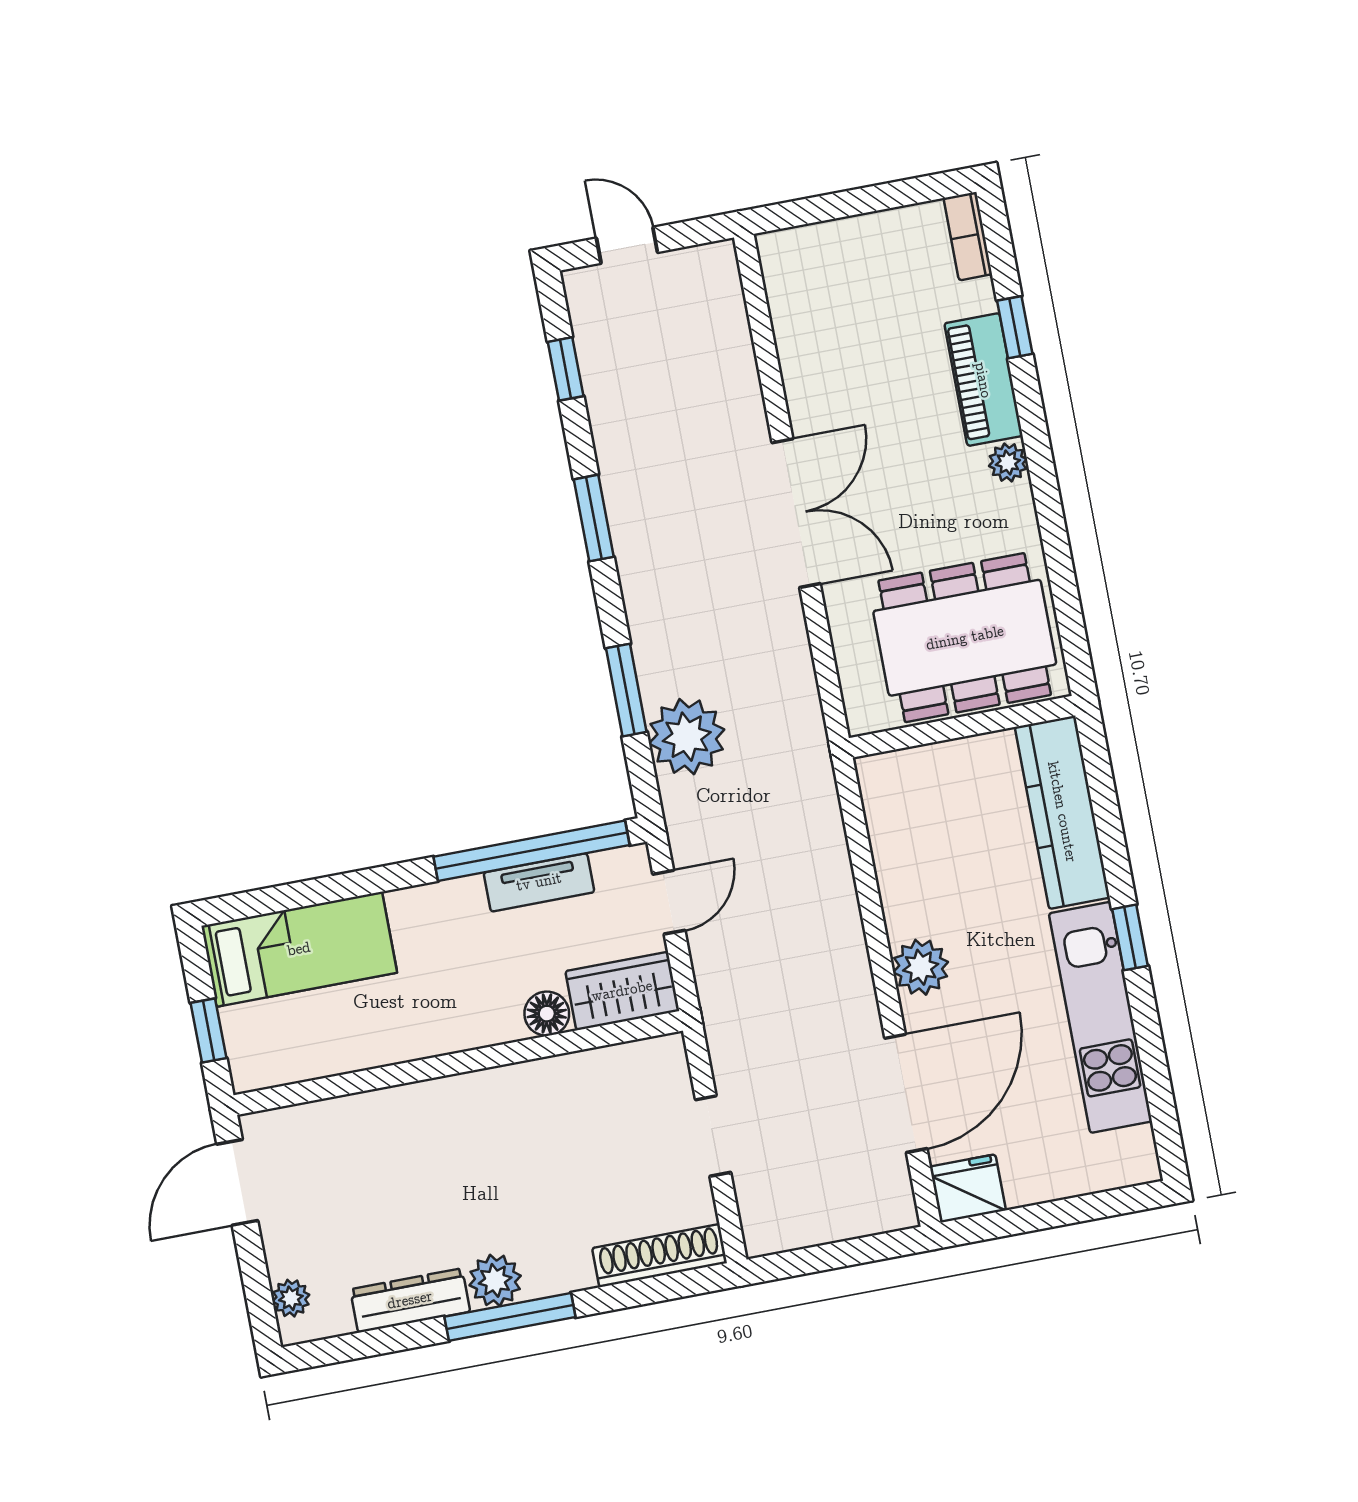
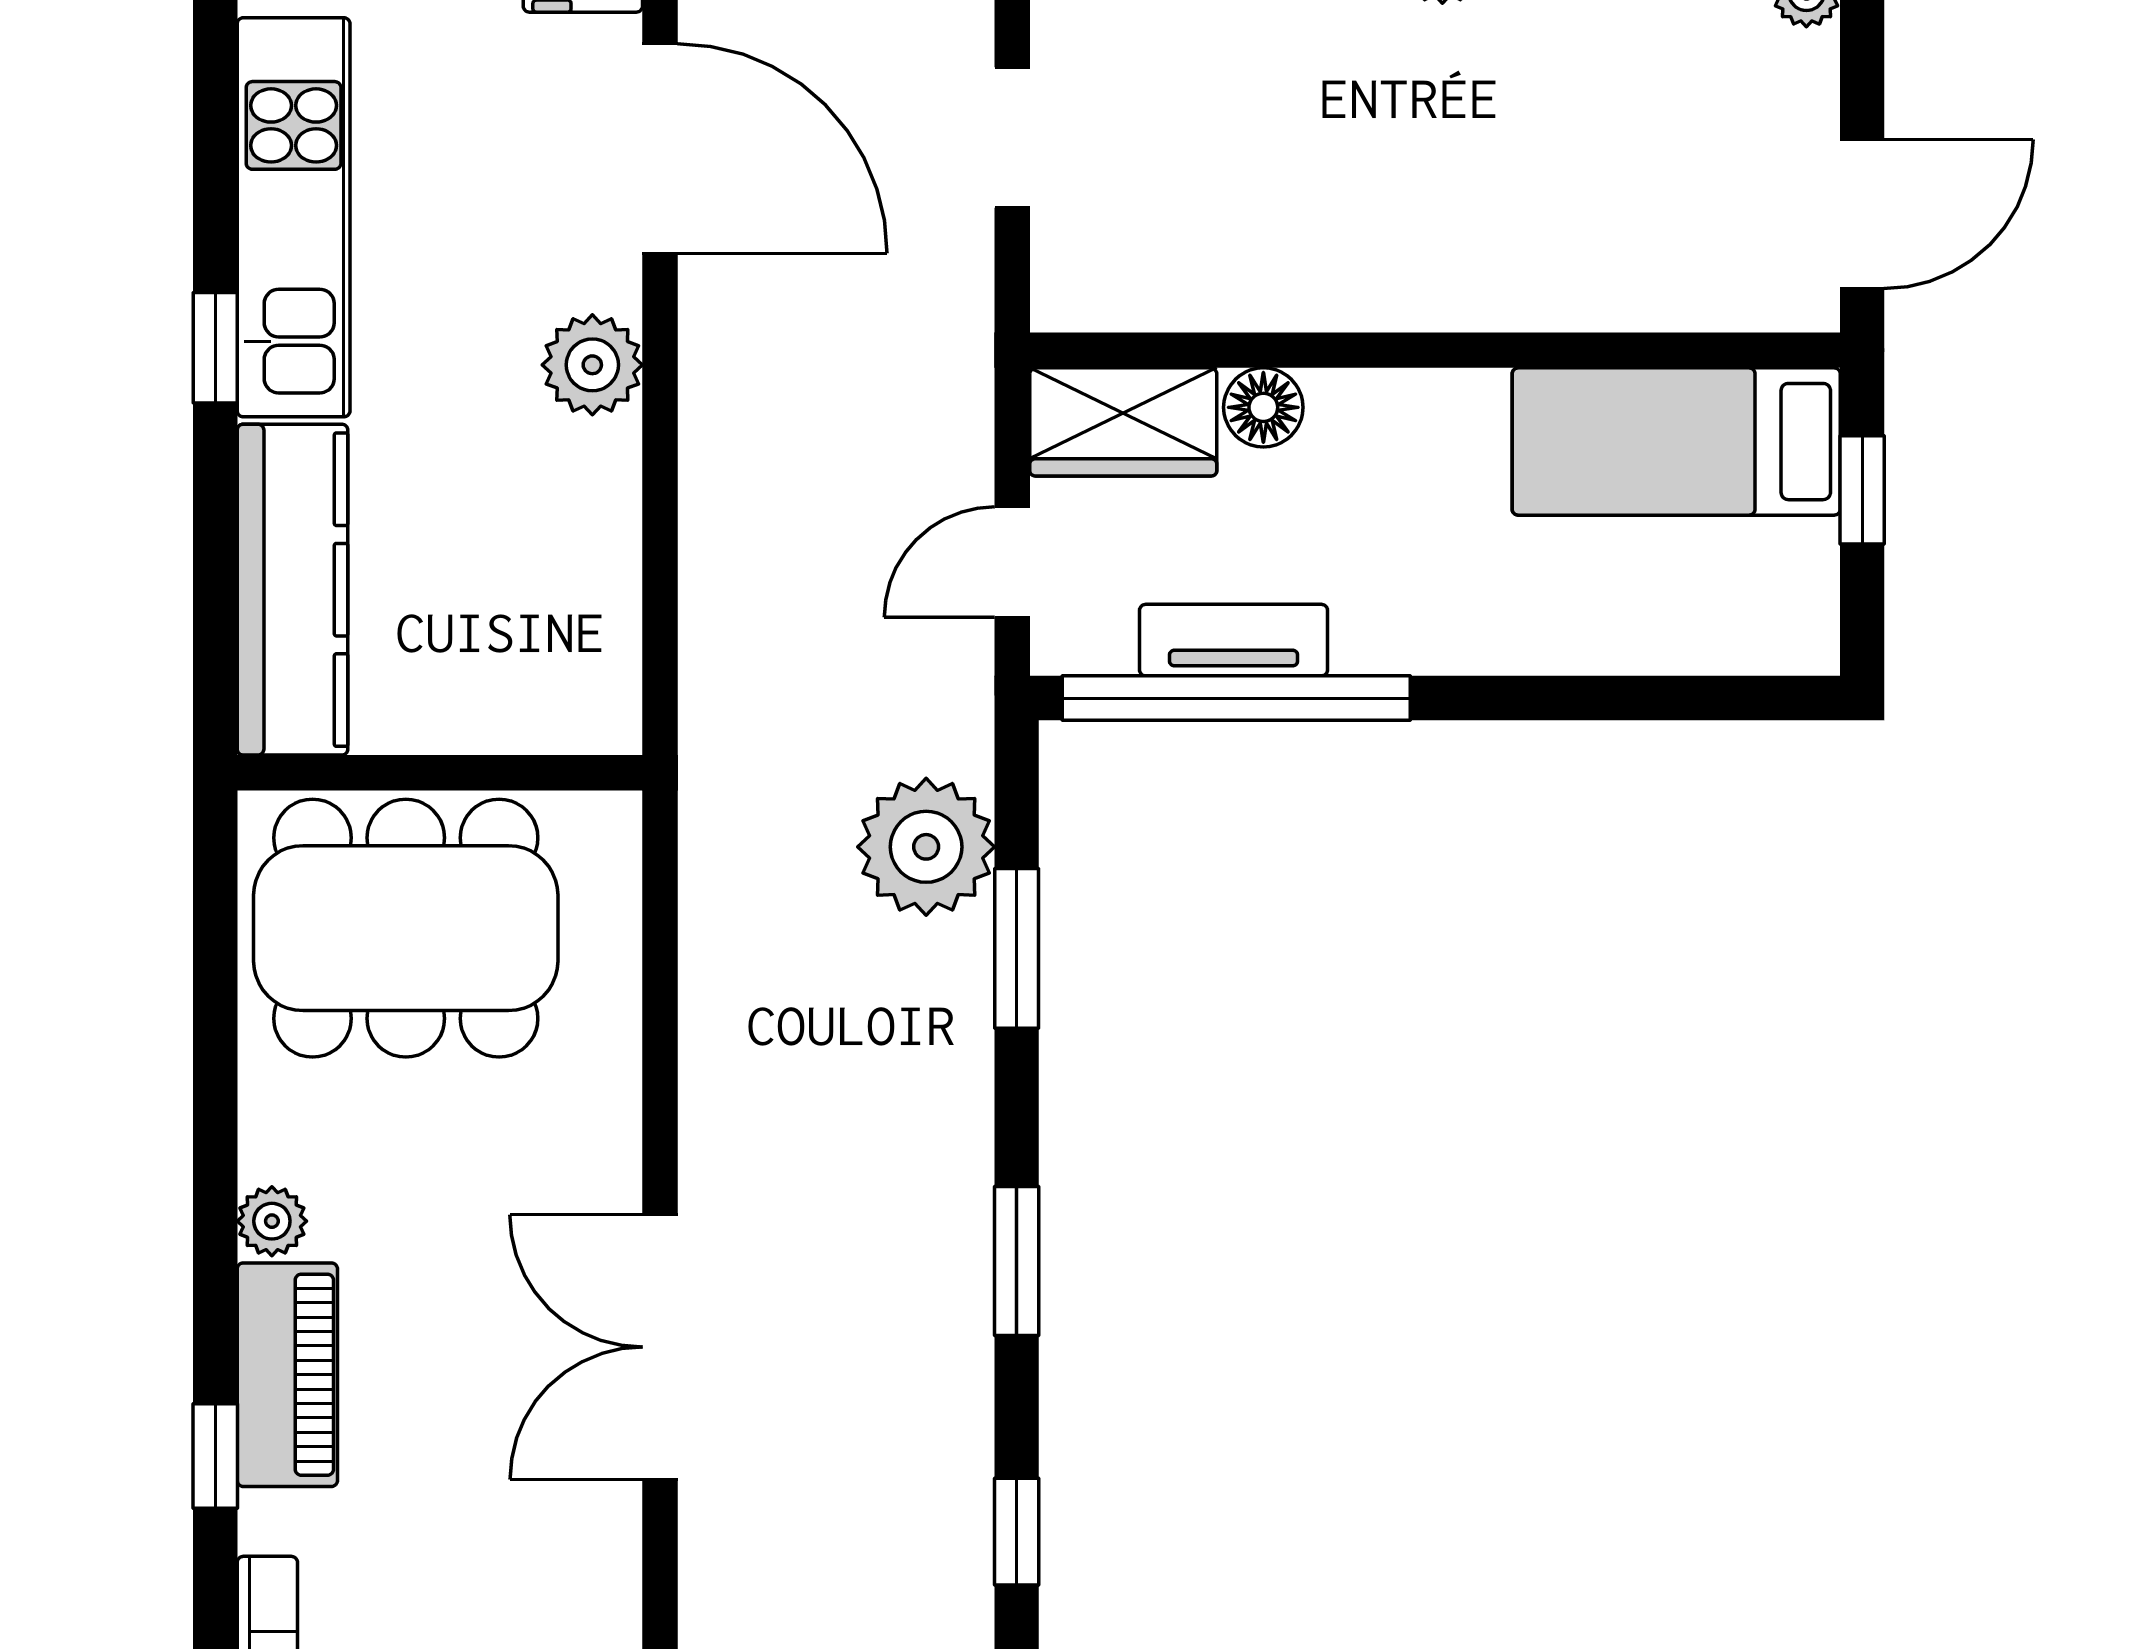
double door: (796, 513) -> (660, 1347), moved
bed: (299, 949) -> (1676, 442), moved
door: (906, 1093) -> (660, 148), swing flipped

